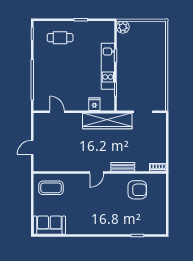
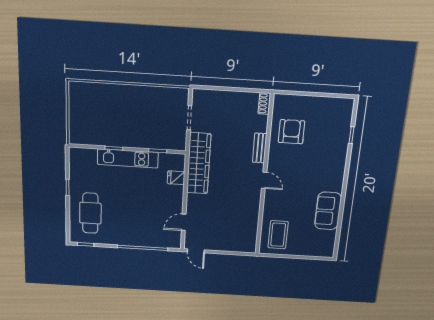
plant: (123, 27) -> (77, 137), removed
cafe table: (60, 38) -> (90, 213), width x1.37, depth x1.35
door: (32, 148) -> (196, 251), moved
sofa: (49, 225) -> (328, 211), moved

